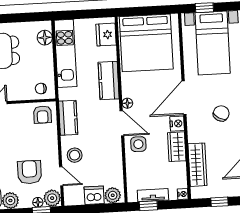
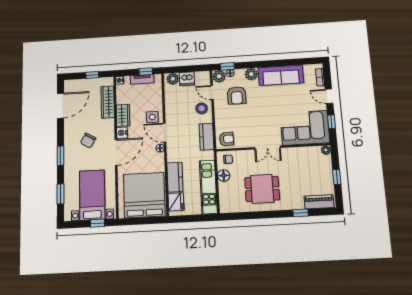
floor lamp: (45, 38) -> (224, 176), moved
kitchen counter: (109, 81) -> (175, 177), moved
armchair: (43, 115) -> (227, 139), turned 88

